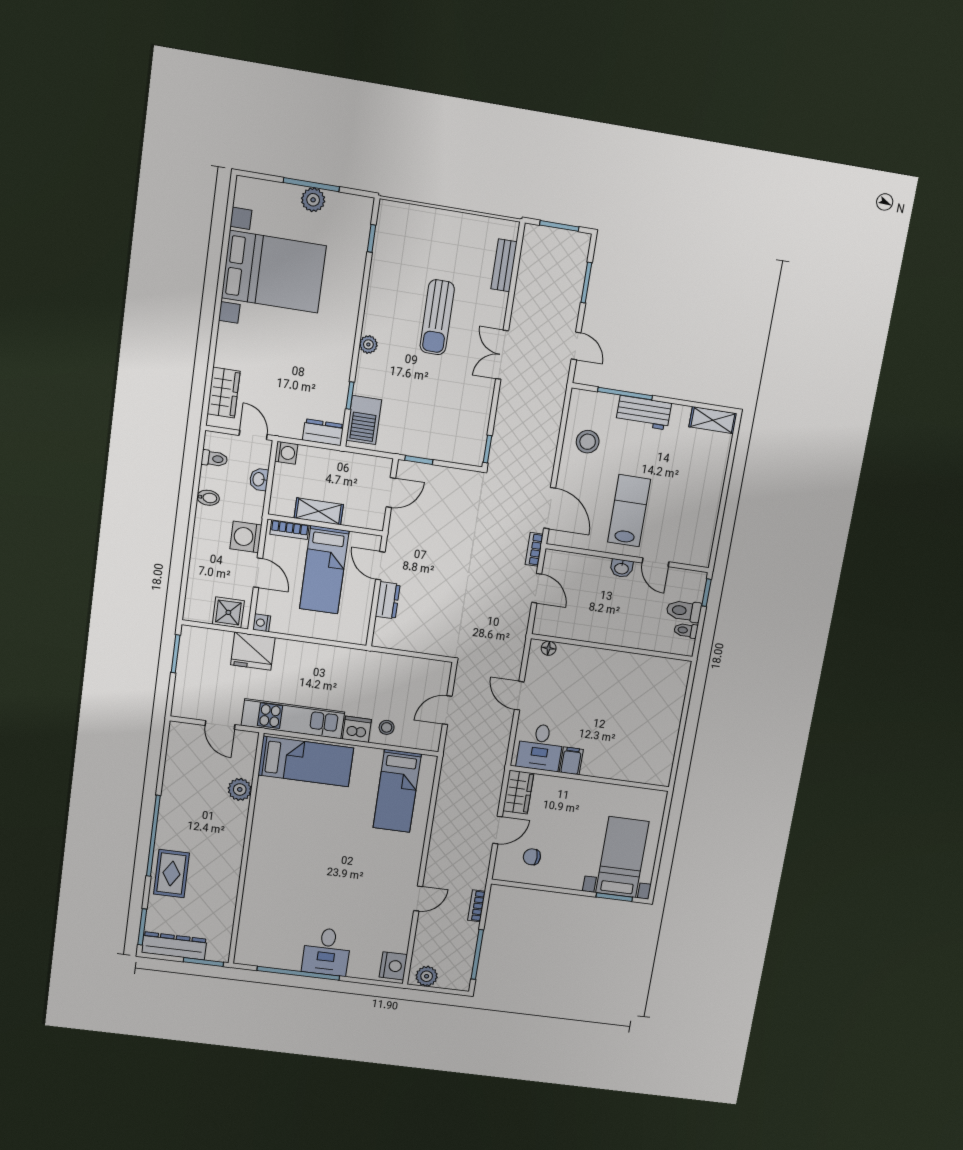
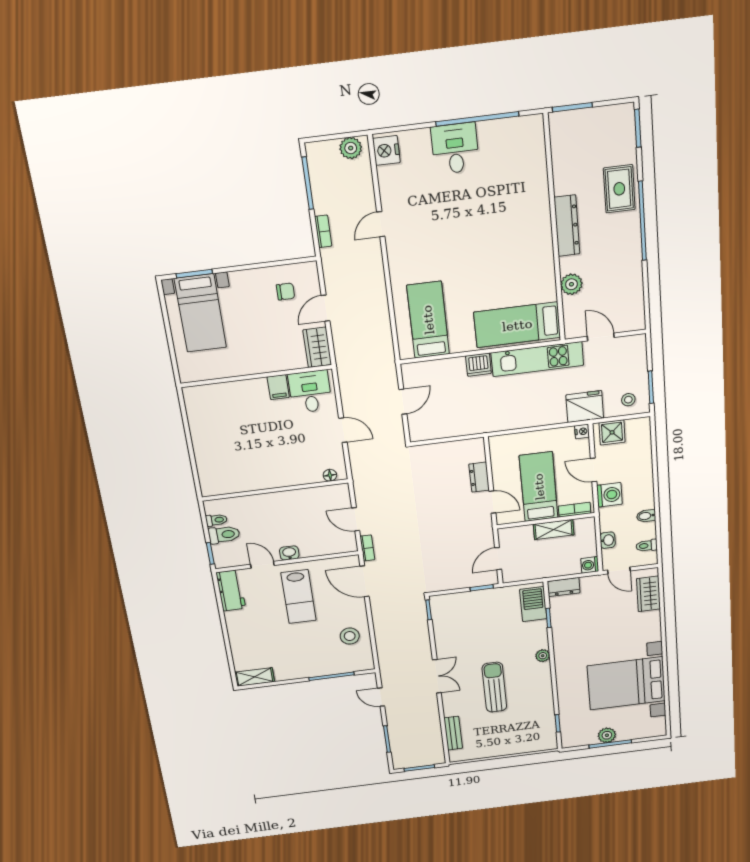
workbench: (644, 413) -> (231, 590), moved, turned 90
stool: (387, 727) -> (628, 400), moved
dresser: (174, 946) -> (567, 226), moved, turned -90

